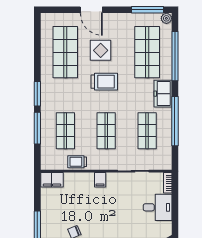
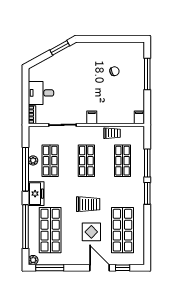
window: (65, 10) -> (123, 268), added
trolley: (104, 82) -> (88, 204), turned 180
plant: (166, 131) -> (33, 160), added
filing cabinet: (52, 180) -> (139, 117), width x0.50

